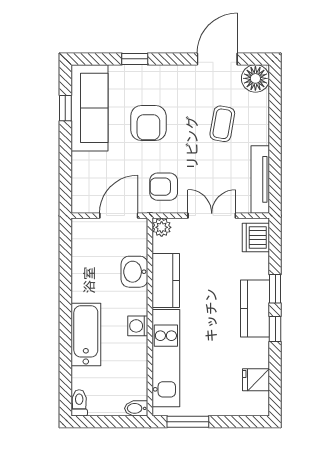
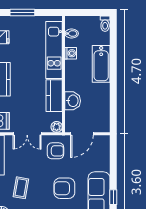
armchair: (148, 123) -> (64, 188), turned -90
washing machine: (138, 326) -> (71, 53), moved
bidet: (136, 408) -> (72, 34), moved
window: (188, 422) -> (22, 12), moved

